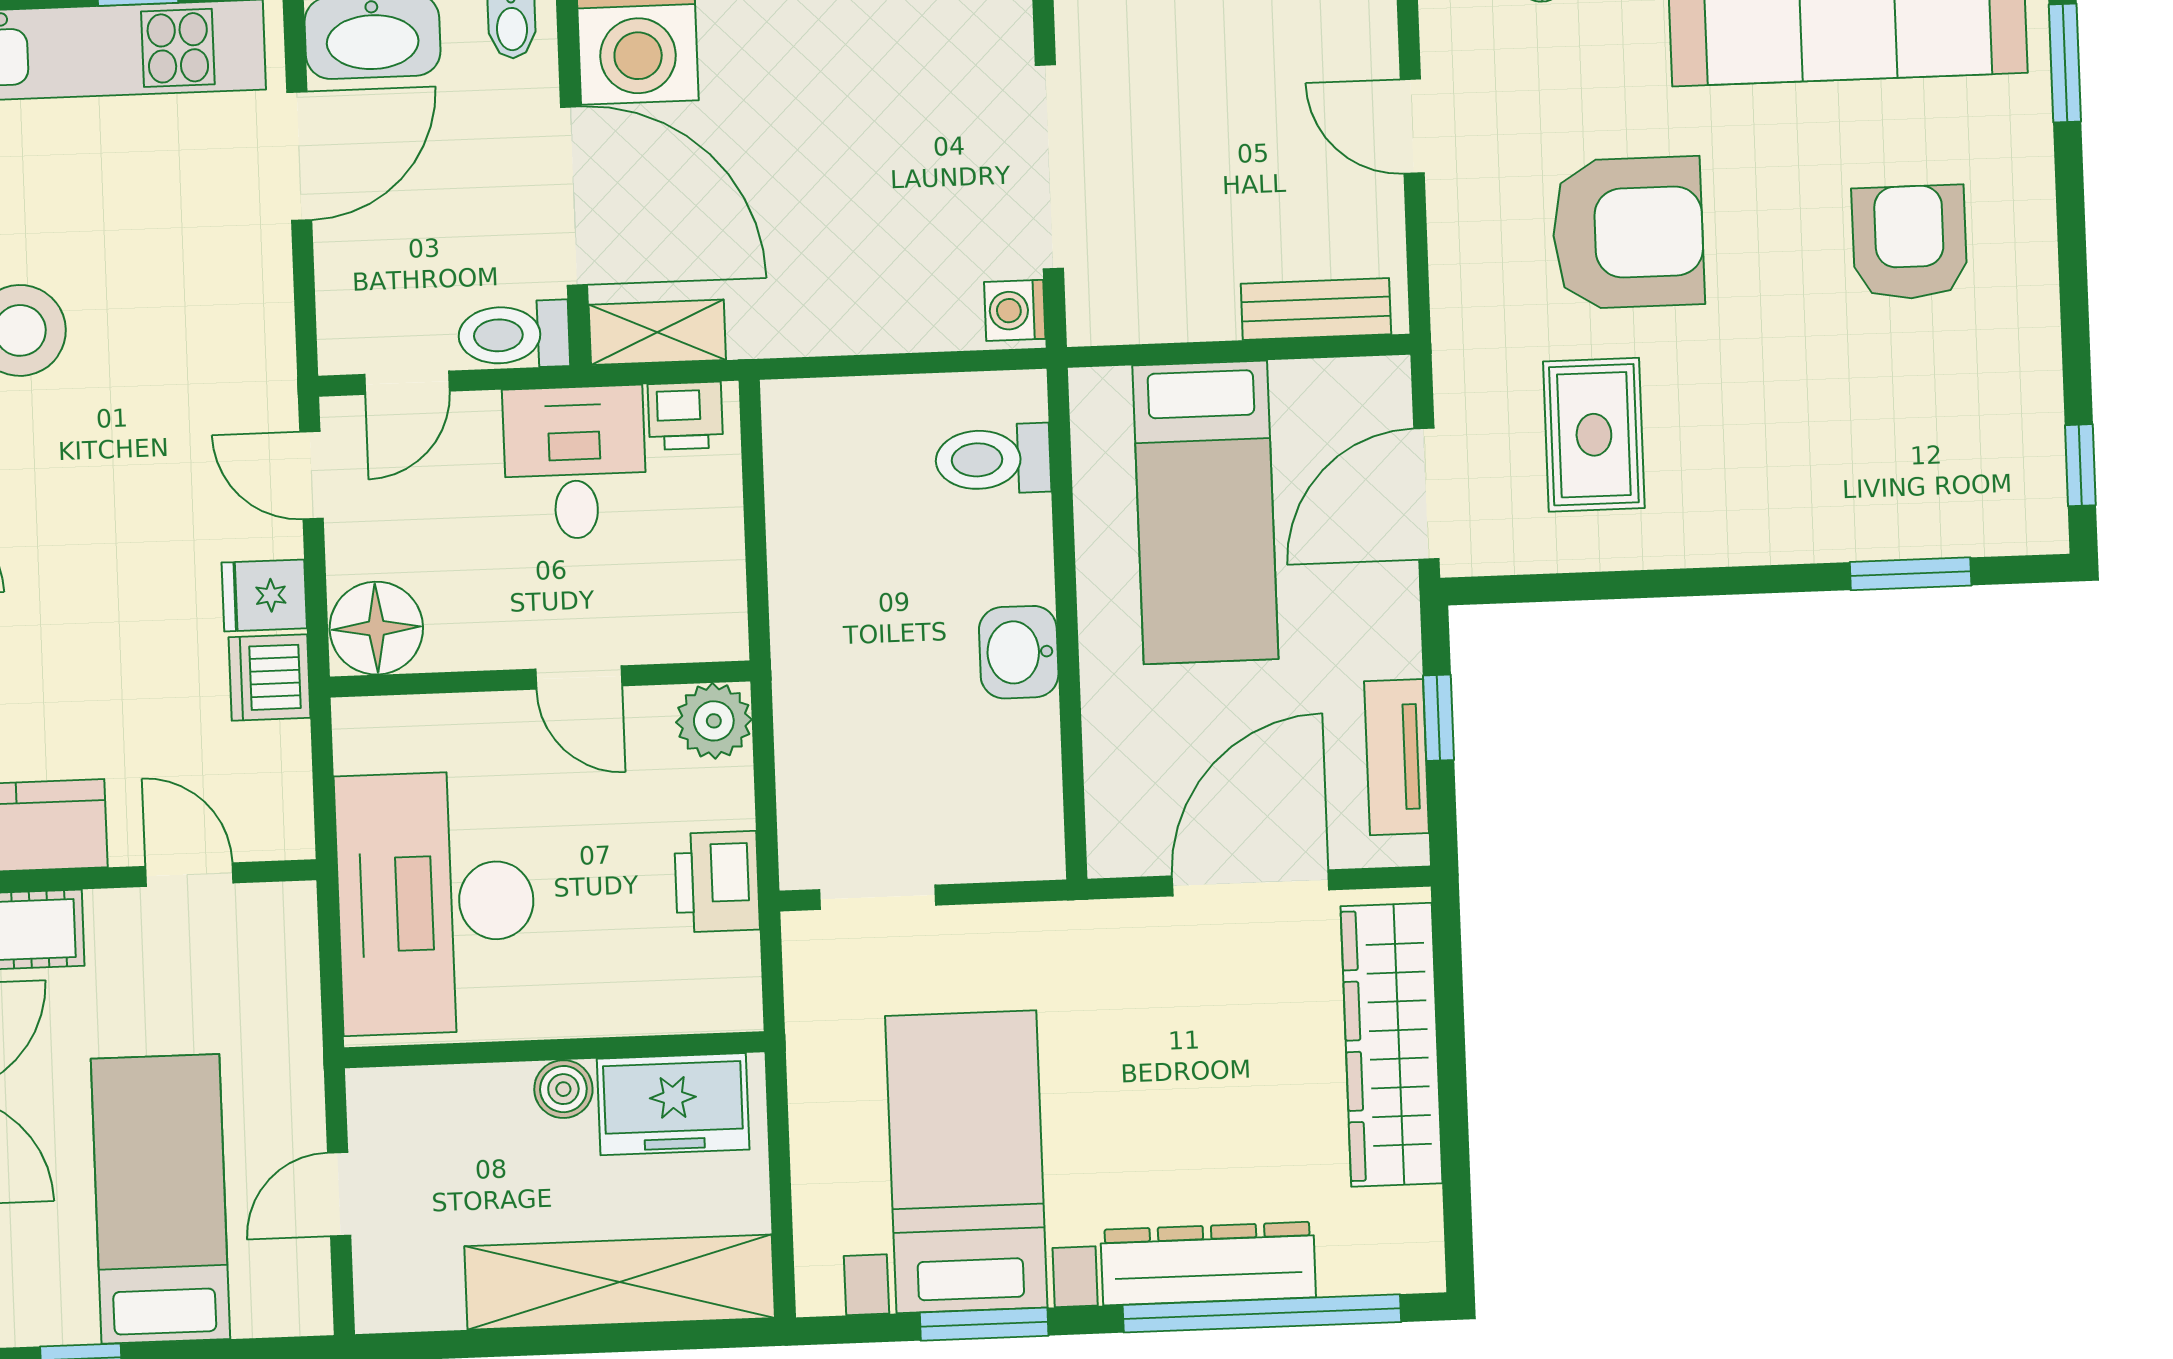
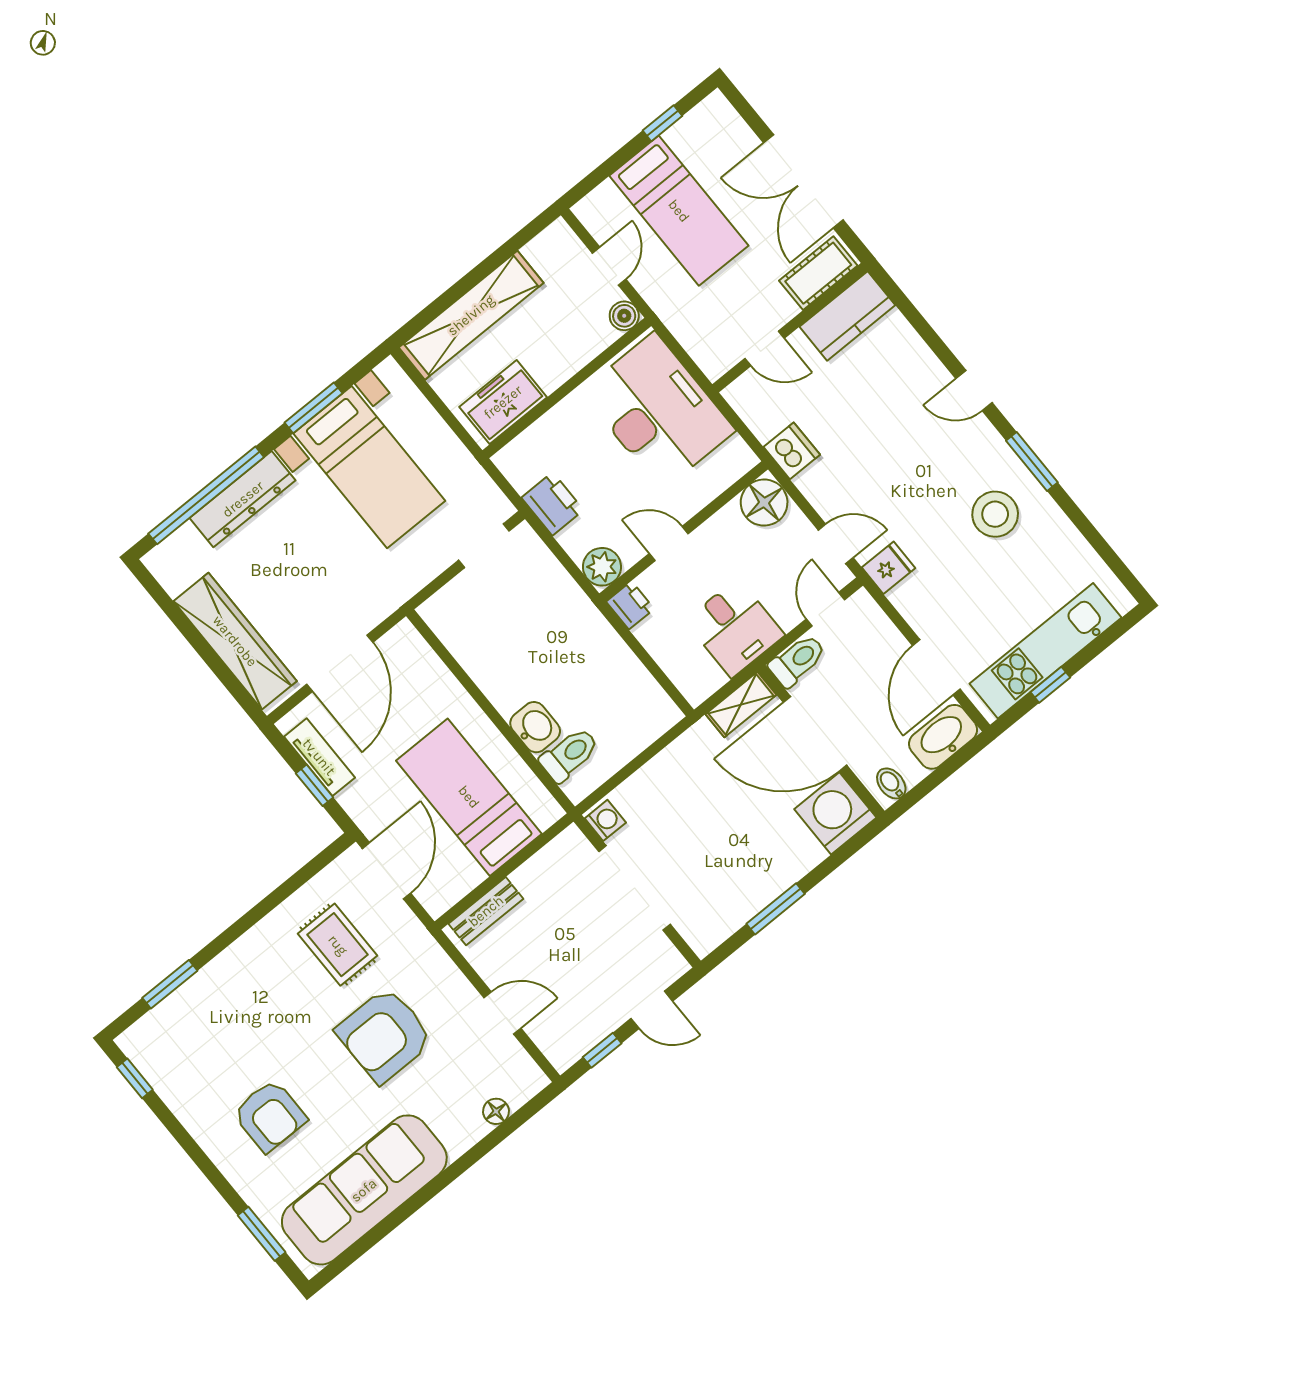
printer: (685, 416) -> (630, 605), moved, turned 90
fridge: (264, 595) -> (888, 568), moved
washbasin: (1019, 652) -> (535, 727), moved
boiler: (563, 1089) -> (624, 316), moved

